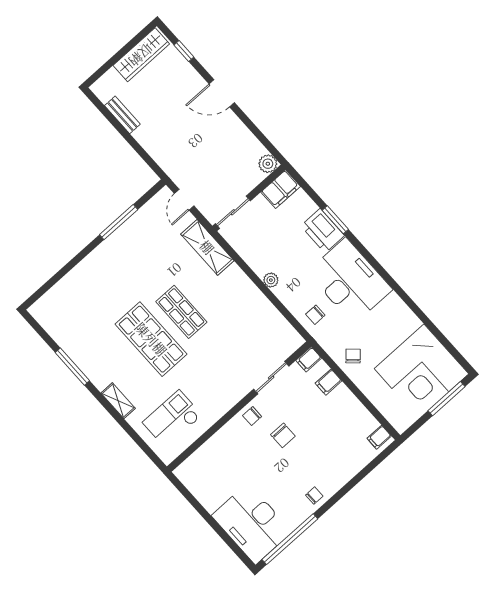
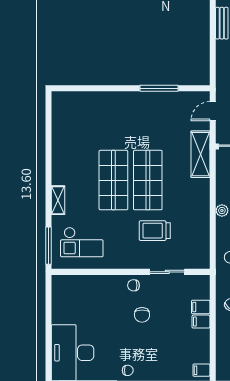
shop shelf: (181, 312) -> (148, 180), width x1.43, depth x1.36
trolley: (228, 351) -> (155, 231), added
filing cabinet: (309, 359) -> (201, 322), moved
window: (72, 367) -> (48, 246), moved
checkout: (172, 419) -> (82, 242), turned 180

